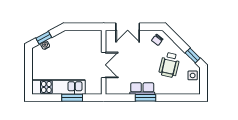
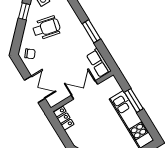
locker: (92, 35) -> (64, 118), added
row of seats: (142, 89) -> (99, 63), moved

